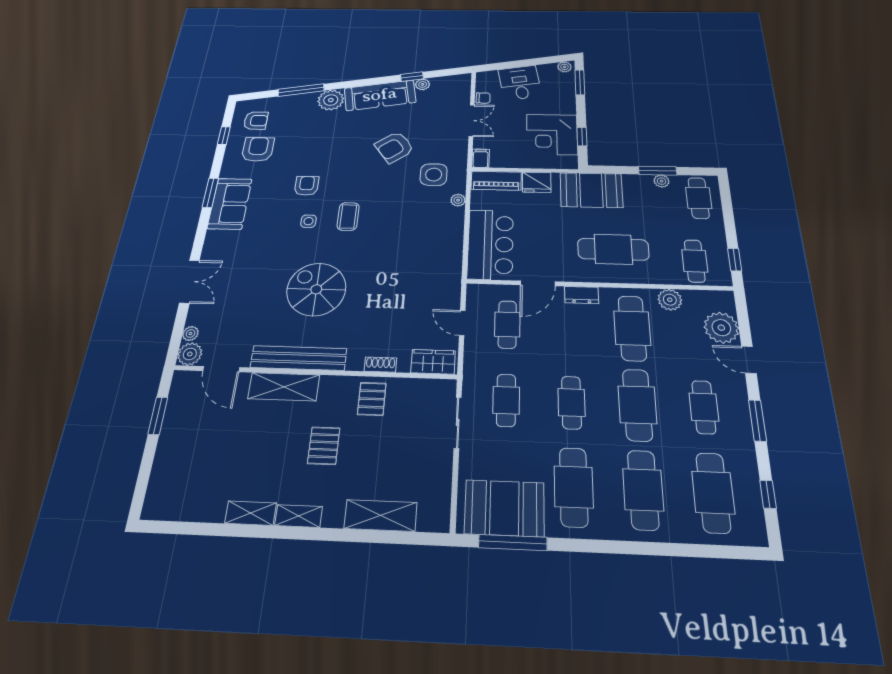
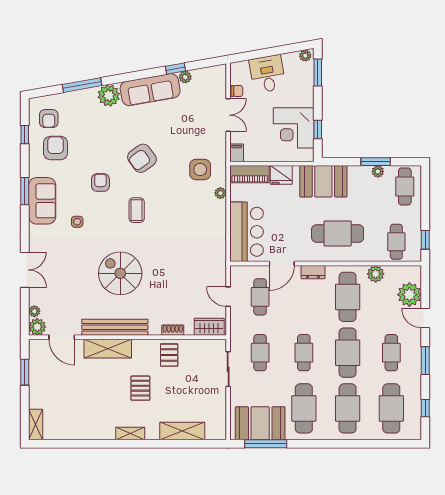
armchair: (256, 121) -> (49, 119), turned 90
armchair: (394, 147) -> (142, 158), moved
side table: (308, 221) -> (77, 222), moved
shelving: (251, 513) -> (36, 425), moved, turned 90

